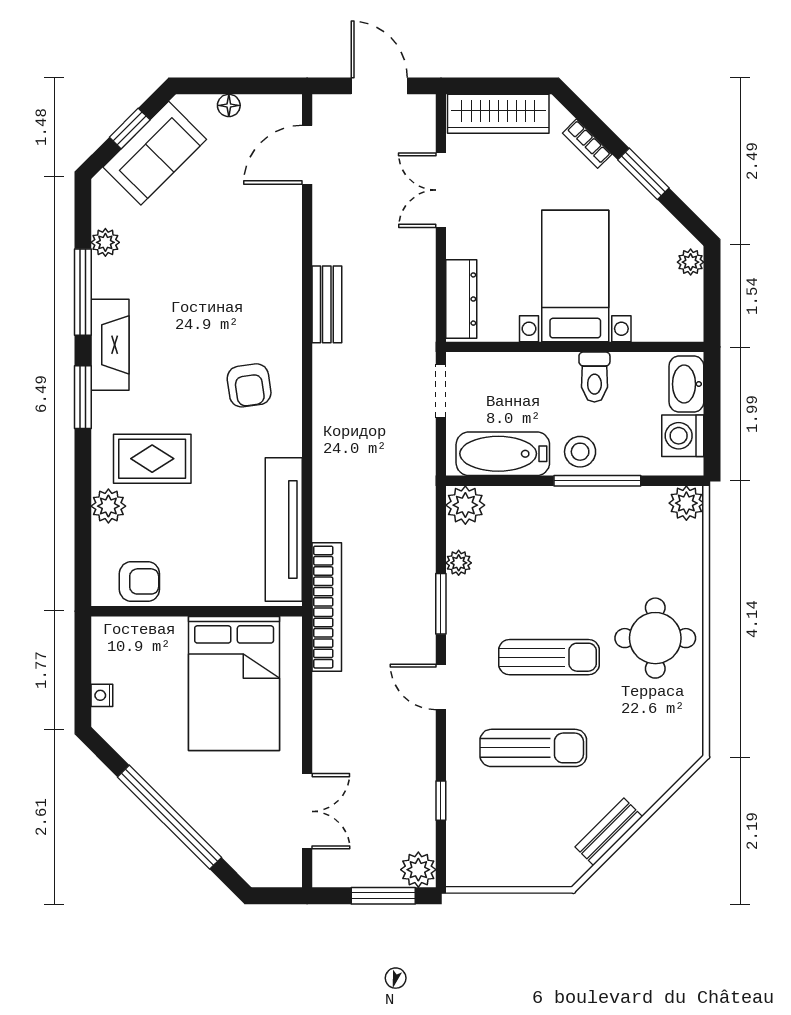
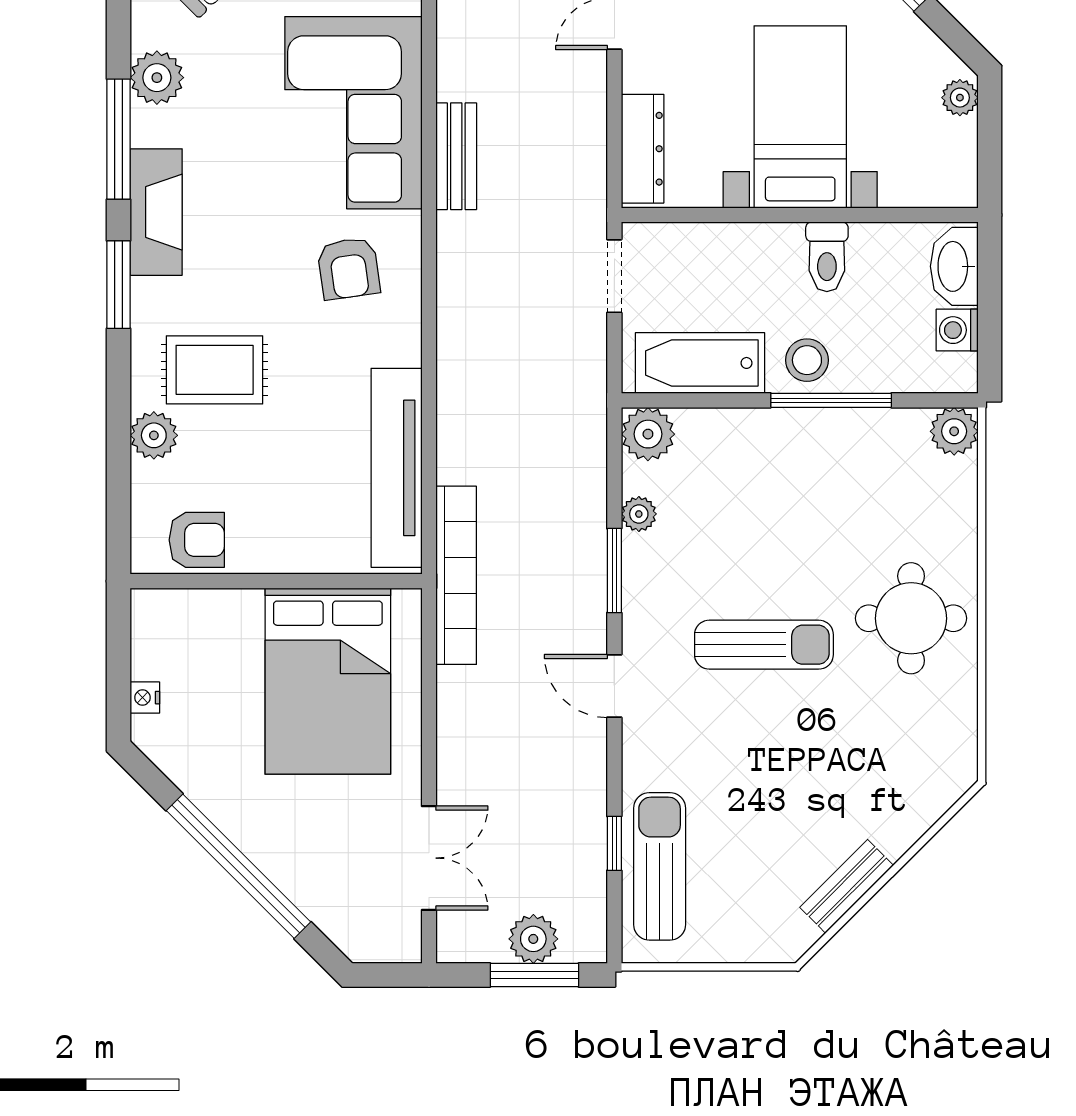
plant: (105, 242) -> (157, 78), width x1.38, depth x1.38
corner sofa: (253, 273) -> (353, 113), added
washing machine: (683, 436) -> (957, 330), width x0.73, depth x0.73
sun lounger: (533, 748) -> (660, 866), moved, turned -90
plant: (418, 870) -> (533, 939), moved

